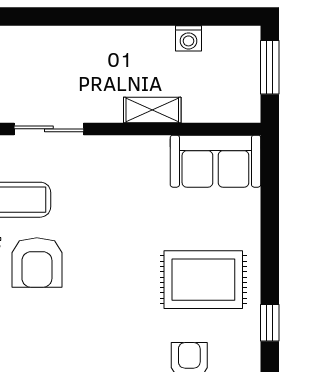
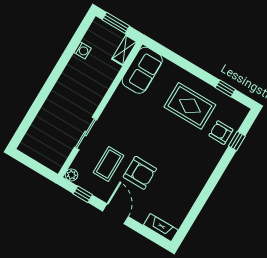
shelving: (152, 110) -> (124, 50), moved
rug: (203, 280) -> (190, 106), turned 90

